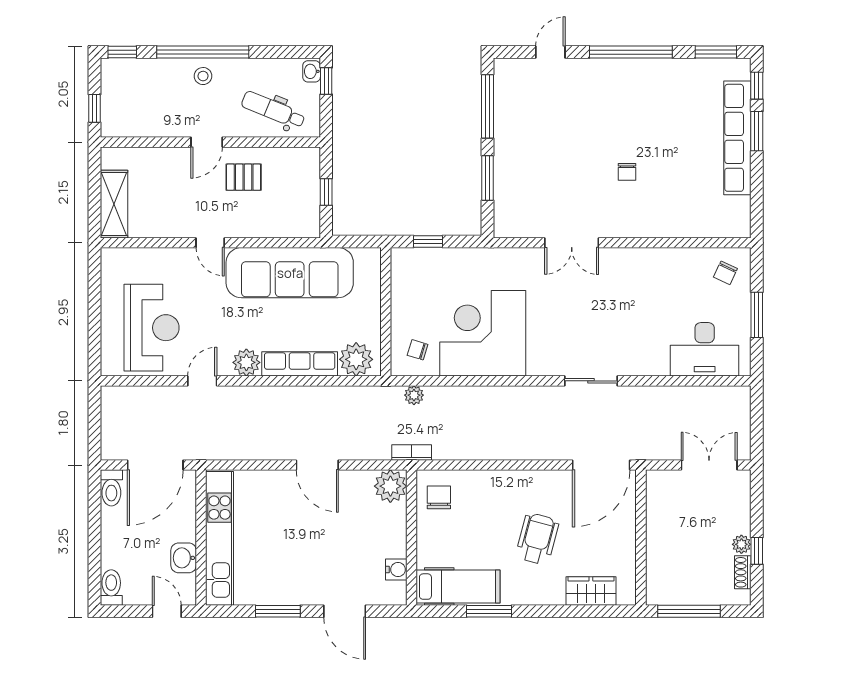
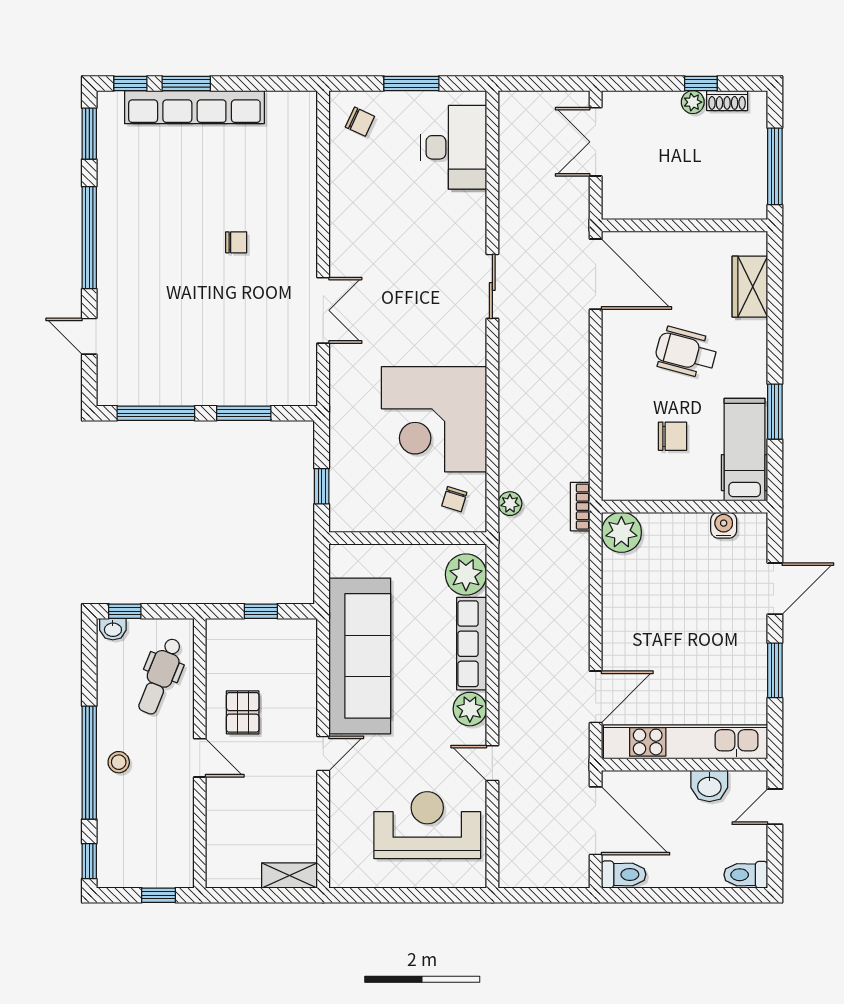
shelving: (114, 204) -> (290, 876), width x0.67, depth x0.75
door: (317, 465) -> (596, 697), moved
chair: (439, 497) -> (673, 436), moved, turned 180

